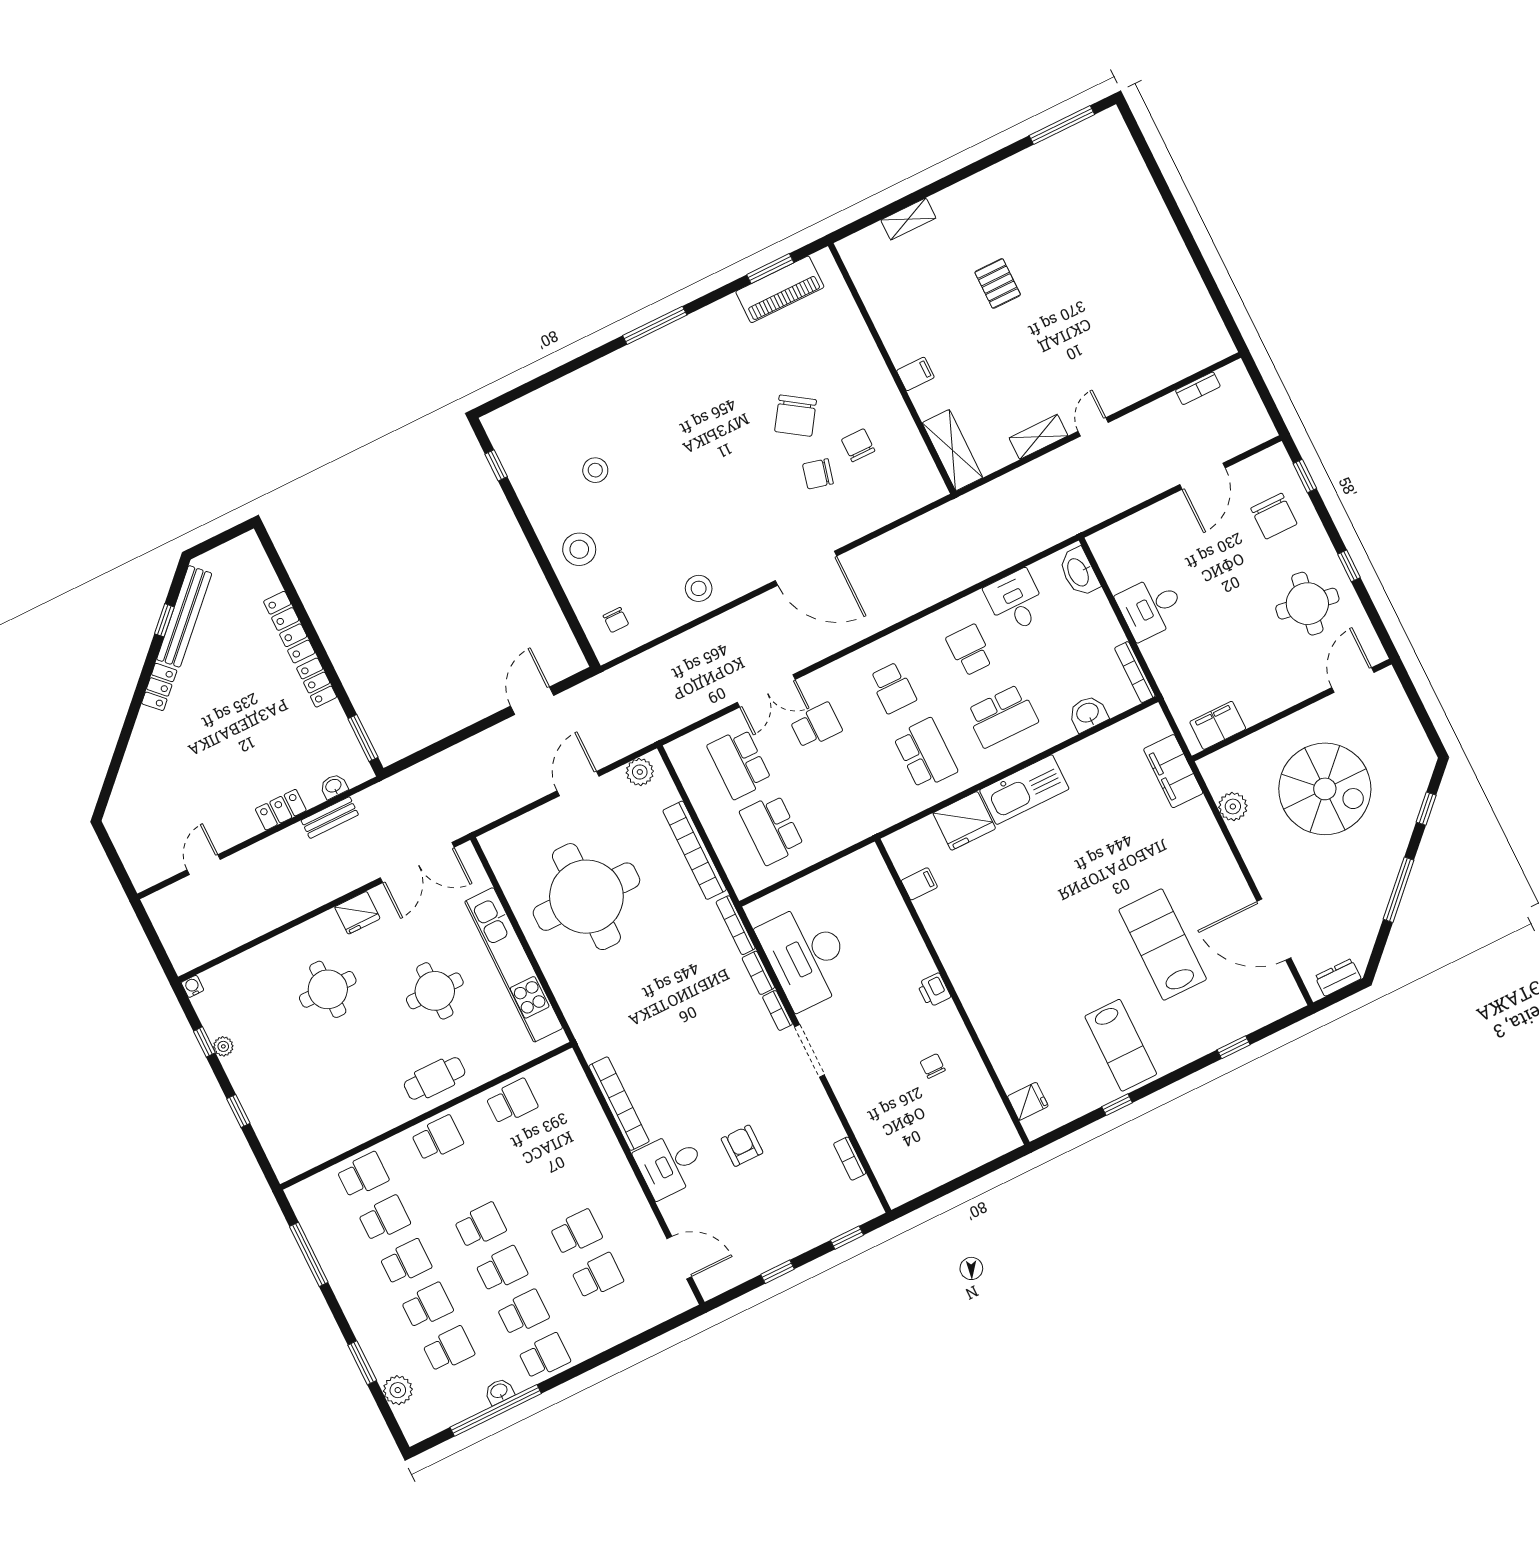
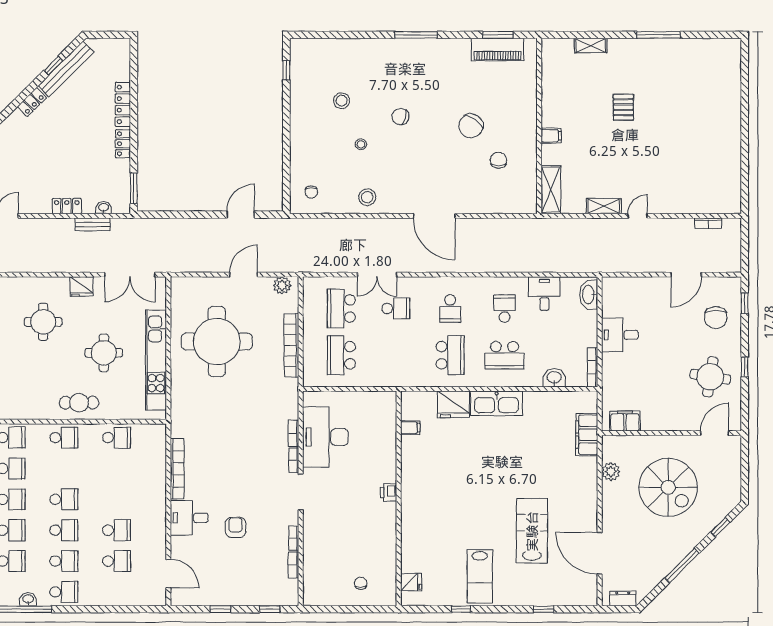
window: (1062, 125) -> (659, 35), moved
chair: (818, 474) -> (400, 117), moved
stool: (579, 549) -> (361, 144), moved, width x0.53, depth x0.53
bookcase: (736, 925) -> (294, 538), moved, width x0.64
chair: (933, 1066) -> (361, 583), moved

